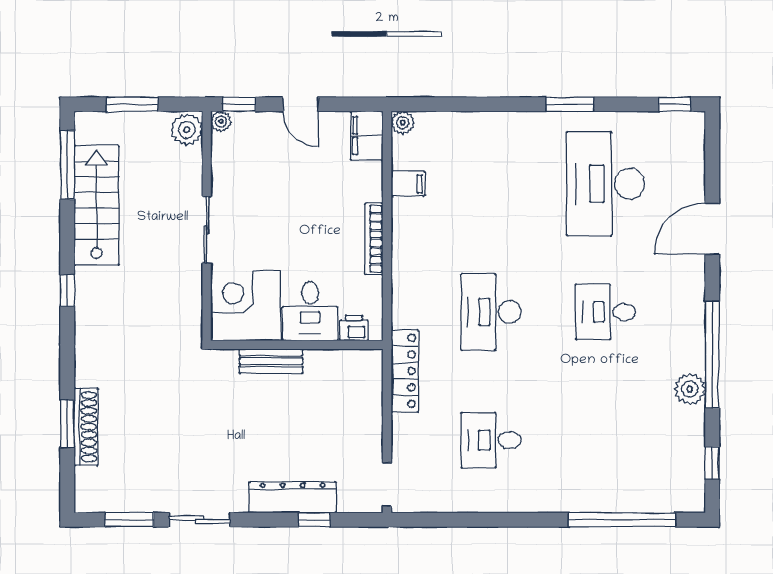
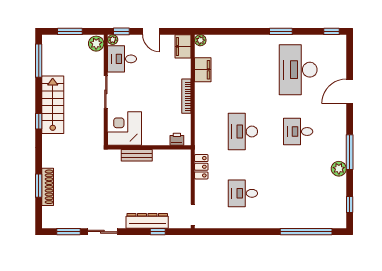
filing cabinet: (408, 184) -> (203, 70), width x2.00
stairs: (97, 205) -> (53, 105), moved
desk: (310, 311) -> (122, 59), moved, turned 90
window: (712, 355) -> (350, 152), width x0.68
locker: (405, 371) -> (201, 167), width x0.66

